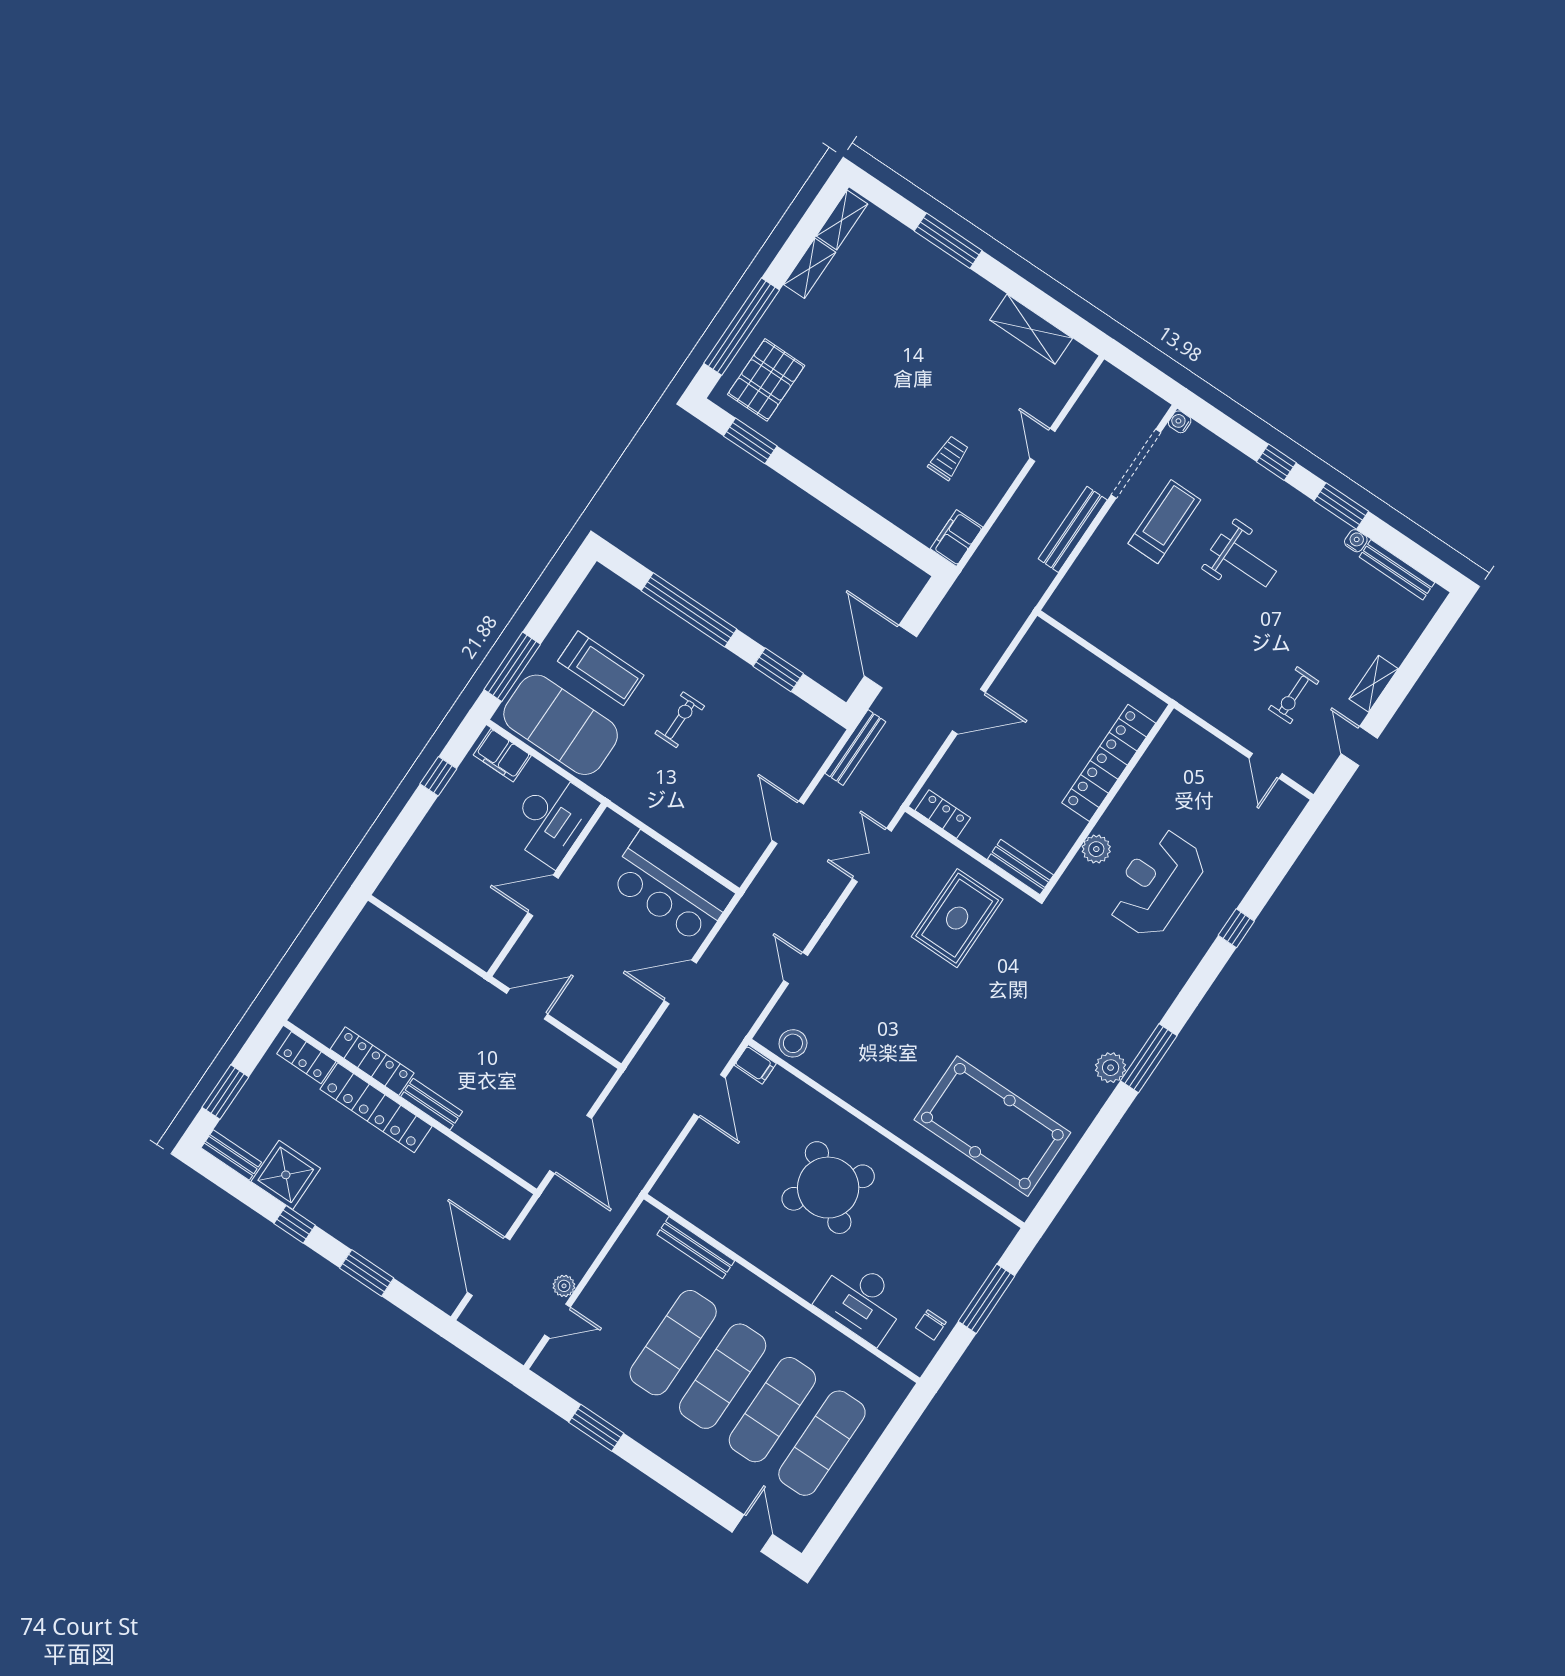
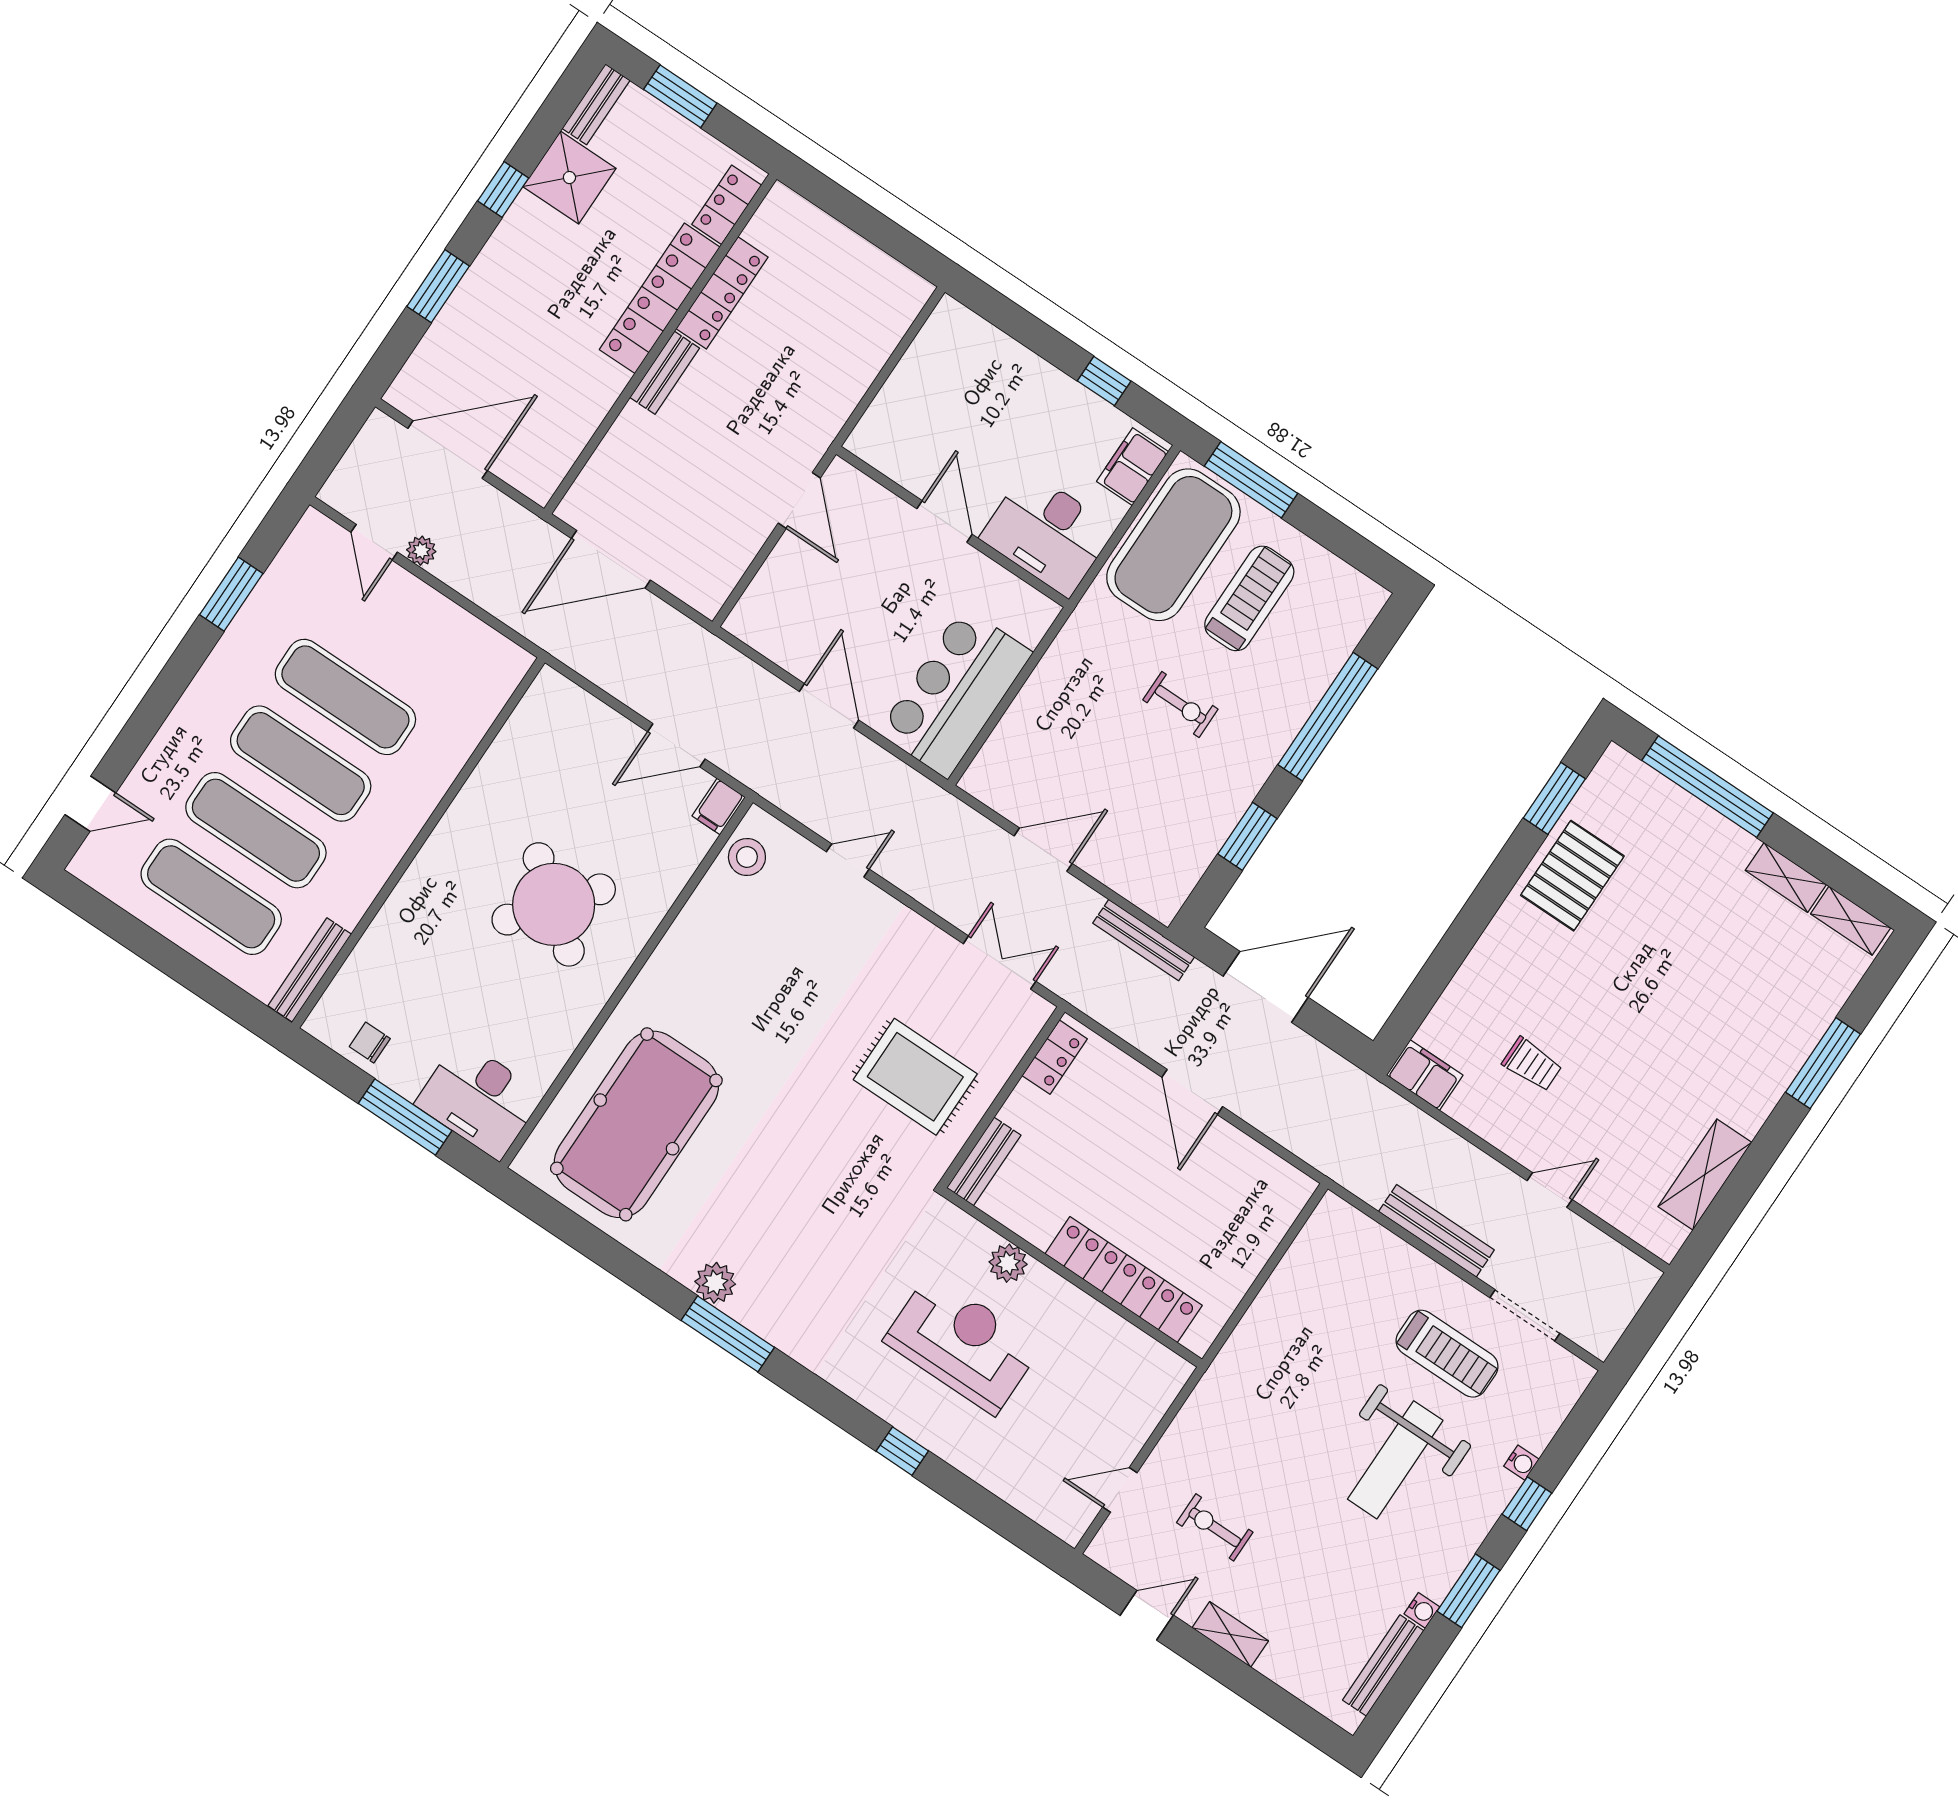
pallet: (766, 380) -> (1572, 876), moved, turned 90
water cooler: (1180, 422) -> (1521, 1463), moved, turned 90
doorway: (1136, 464) -> (1525, 1315), width x0.73
weight bench: (1244, 561) -> (1395, 1460), width x1.36, depth x1.33
treadmill: (601, 668) -> (1249, 598), turned 180
bench: (696, 1248) -> (310, 970), moved
desk: (861, 1301) -> (479, 1099), moved, turned -90

